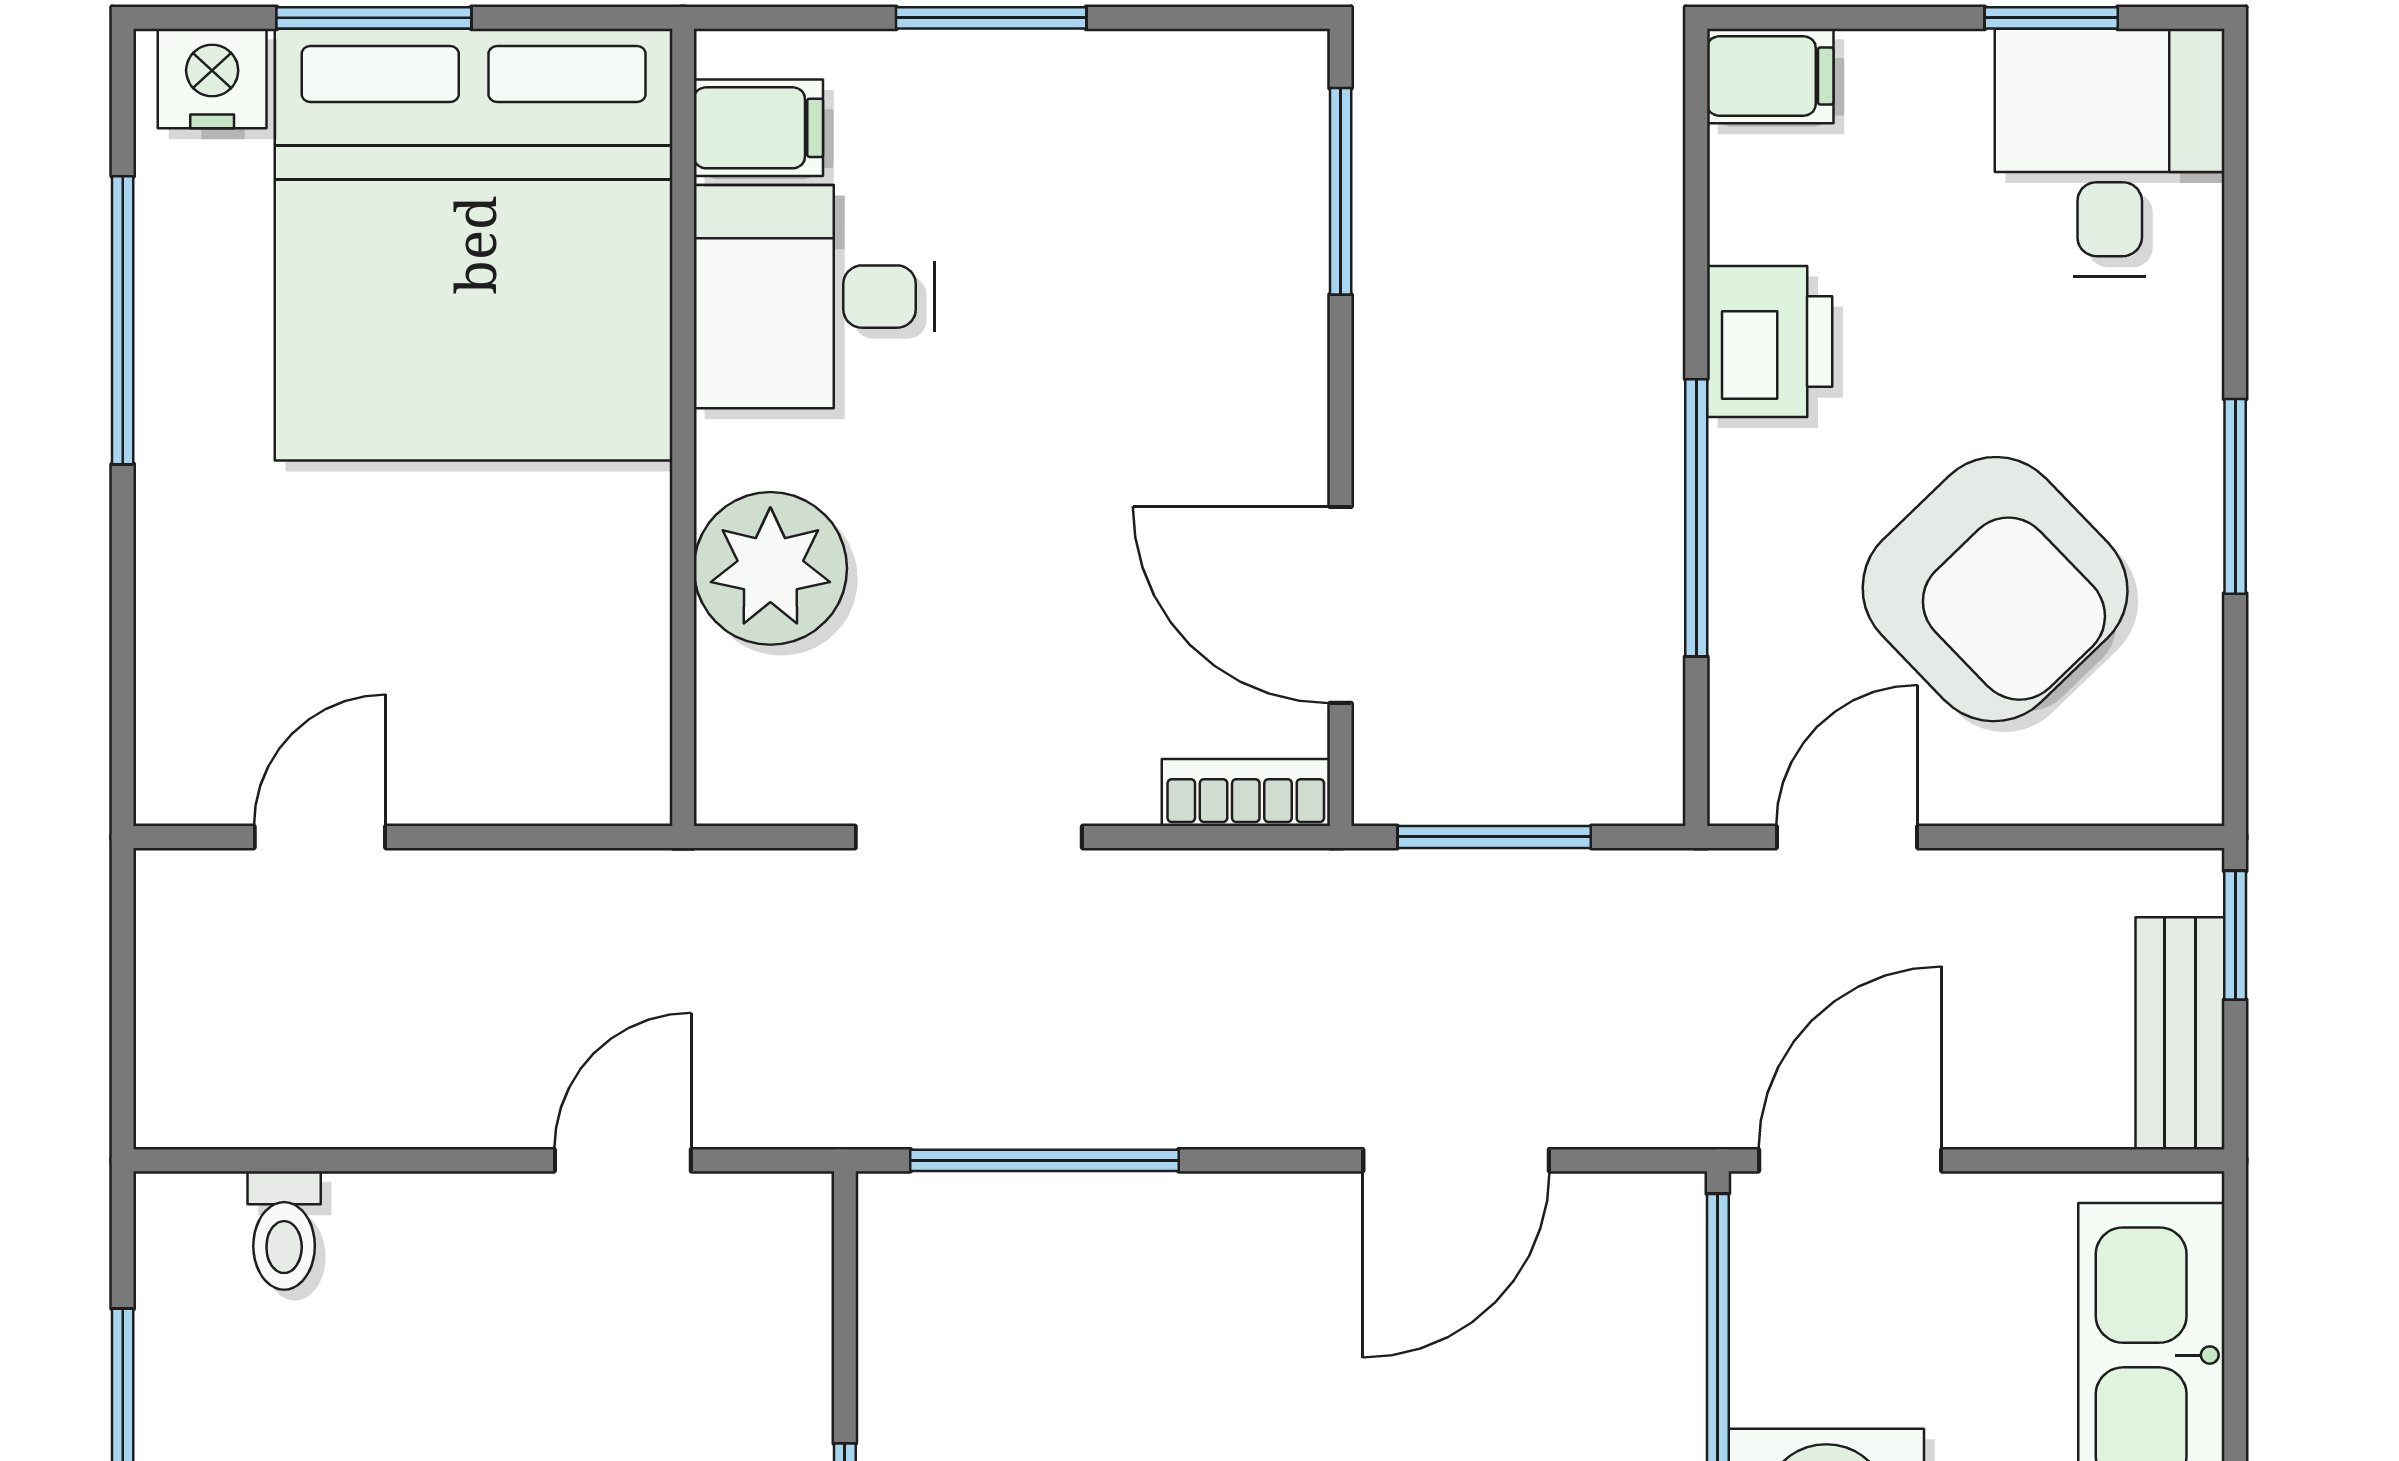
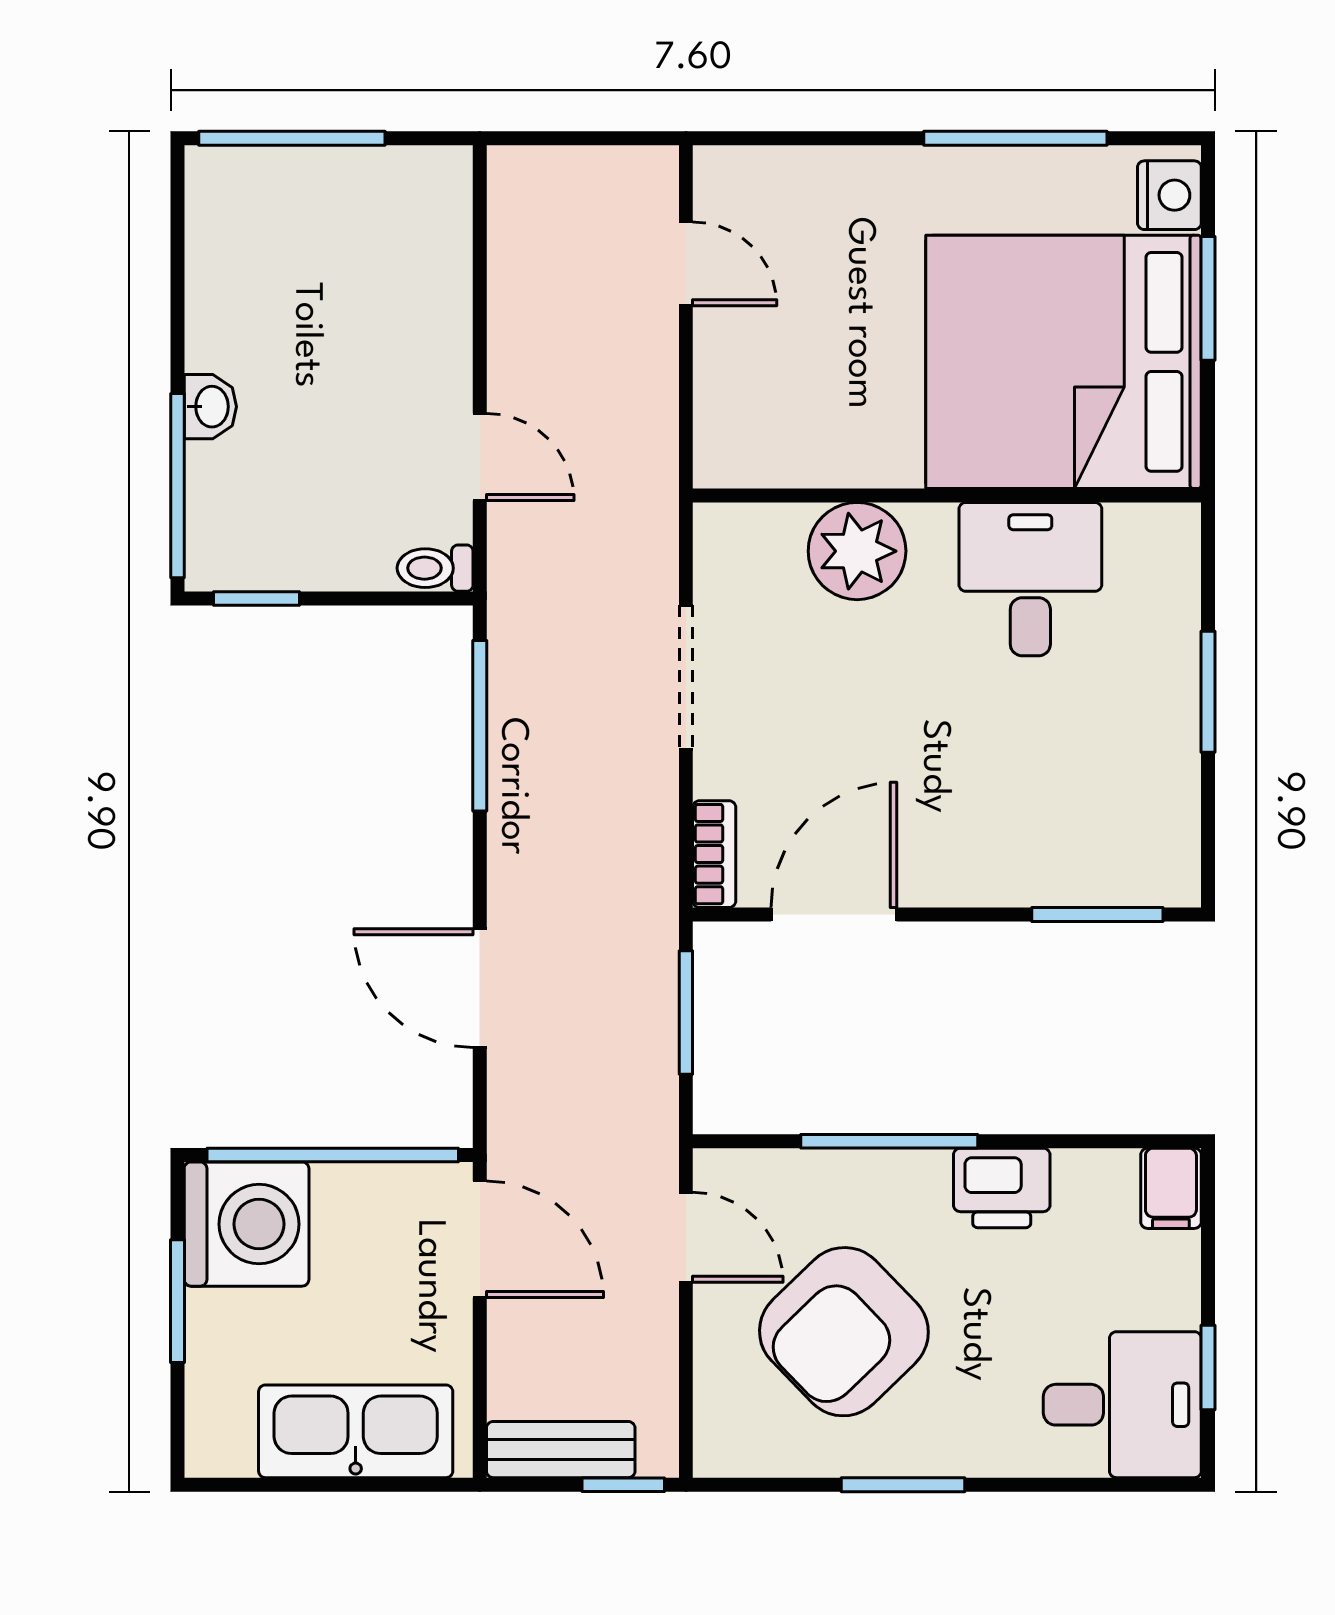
filing cabinet: (758, 128) -> (1138, 543), removed
toilet: (284, 1230) -> (435, 568), moved

